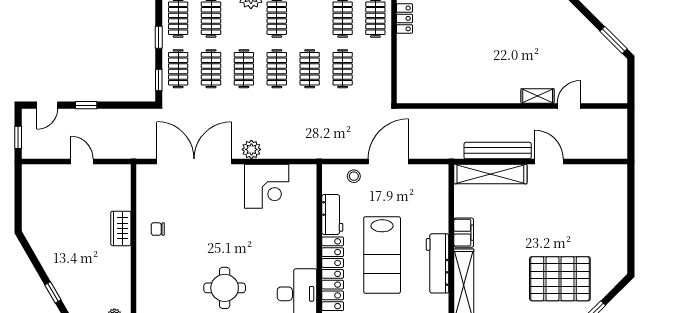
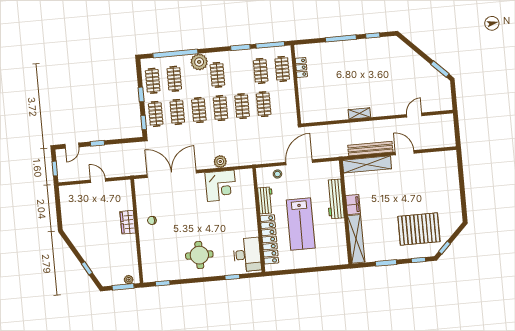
shelving: (538, 96) -> (359, 113), moved
plant: (251, 149) -> (220, 162), moved
workbench: (437, 263) -> (335, 199), moved

